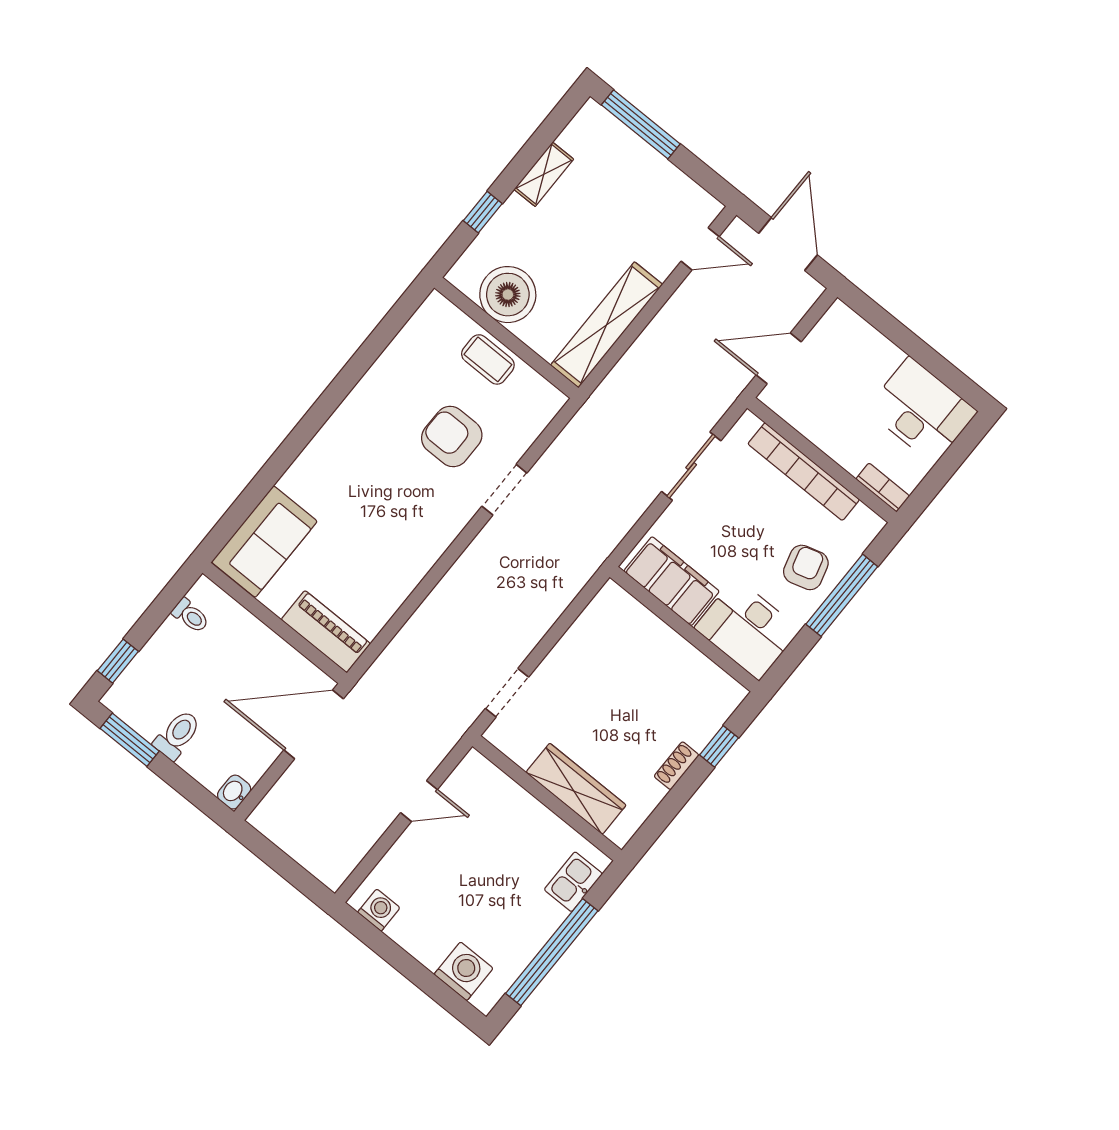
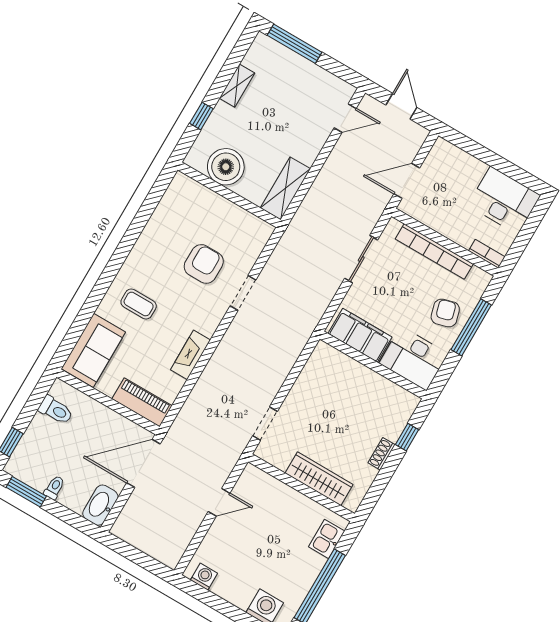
door: (788, 244) -> (401, 106), width x0.73
shelving: (607, 325) -> (285, 188), width x0.68
coffee table: (488, 359) -> (139, 304), moved
armchair: (452, 437) -> (204, 264), turned 90
fireplace: (410, 571) -> (190, 355), added
toilet: (190, 616) -> (56, 410), width x1.37, depth x1.39
toilet: (177, 735) -> (54, 488), width x0.73, depth x0.72
washbasin: (234, 792) -> (100, 505), width x1.91, depth x1.45

